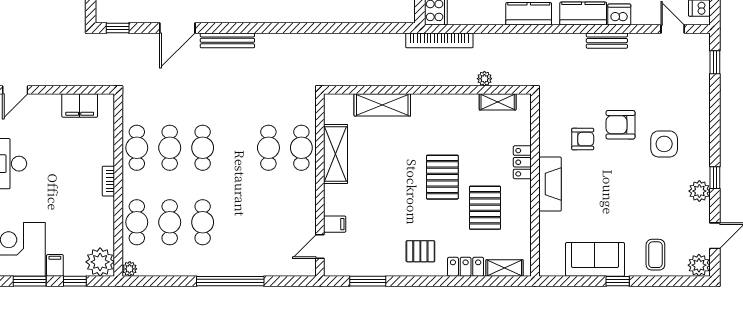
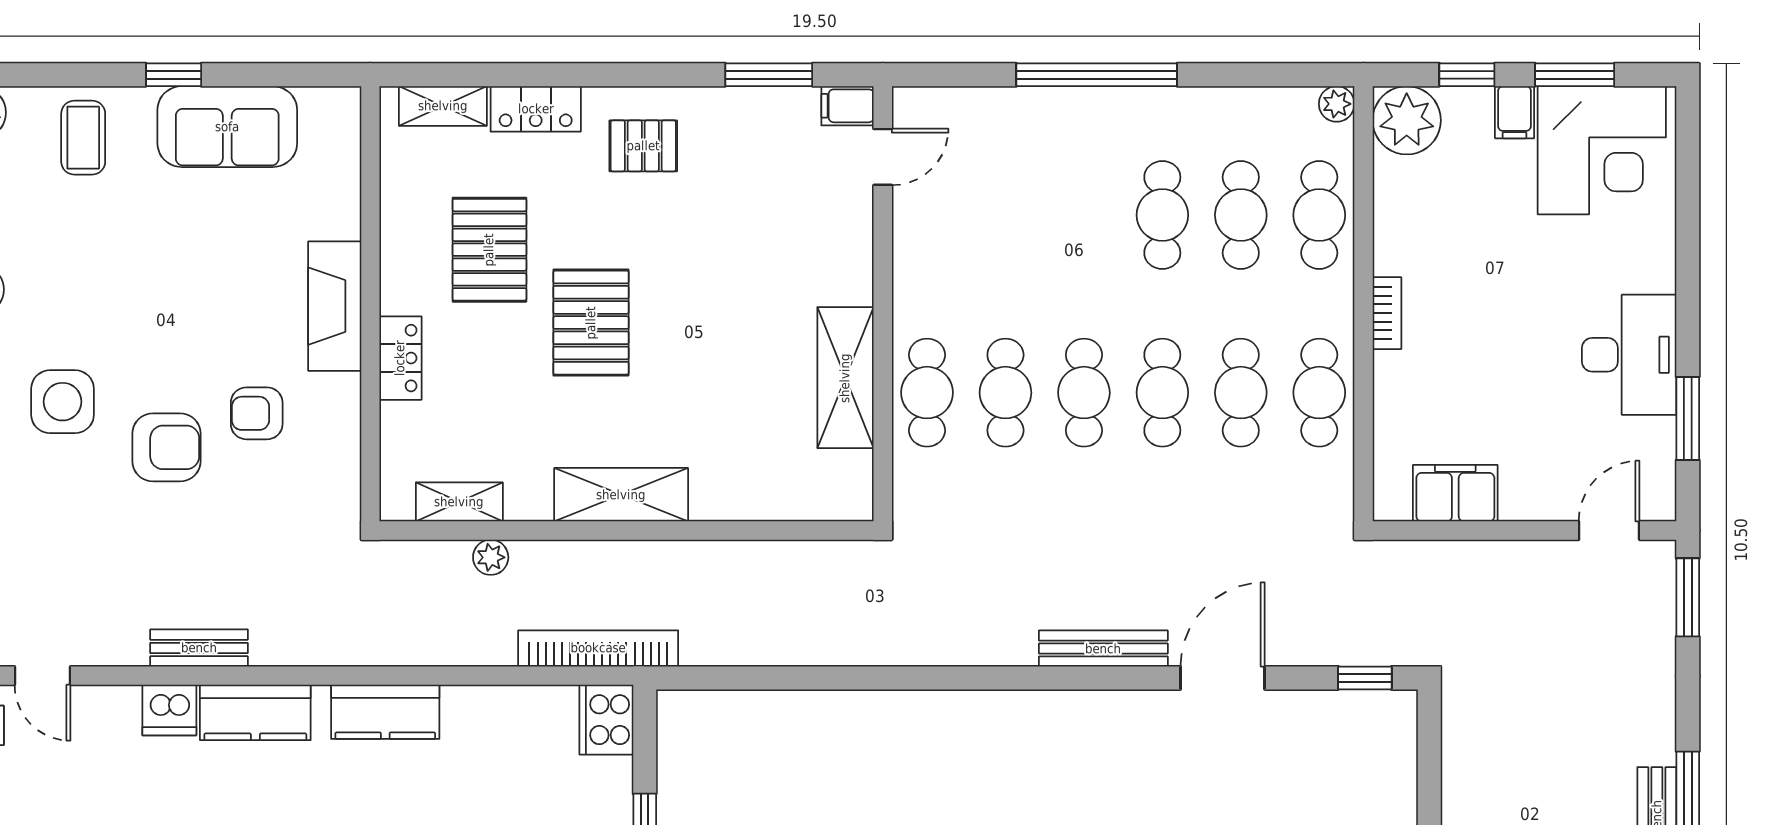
shelving: (382, 105) -> (621, 495), moved
cafe table: (236, 148) -> (1084, 393), added
filing cabinet: (335, 224) -> (848, 106), moved

